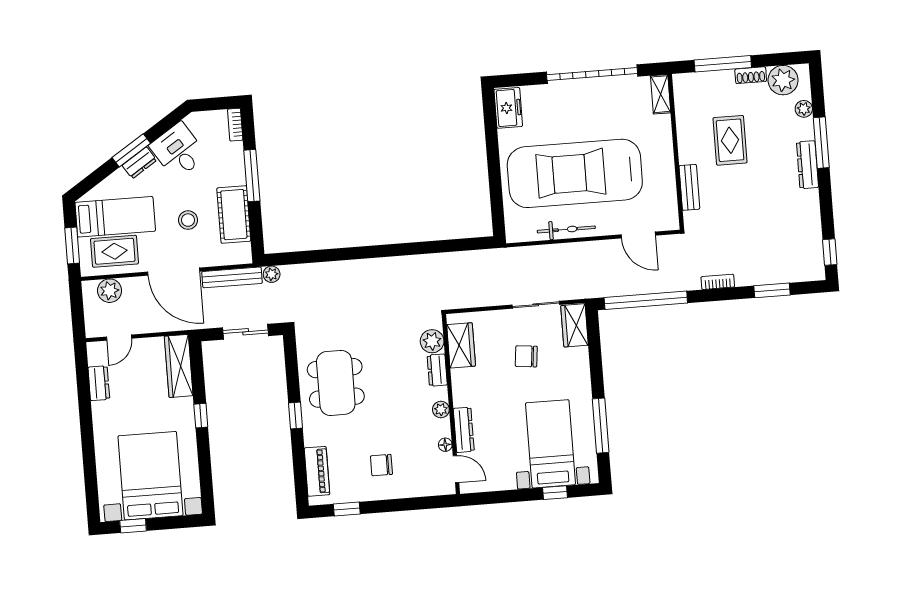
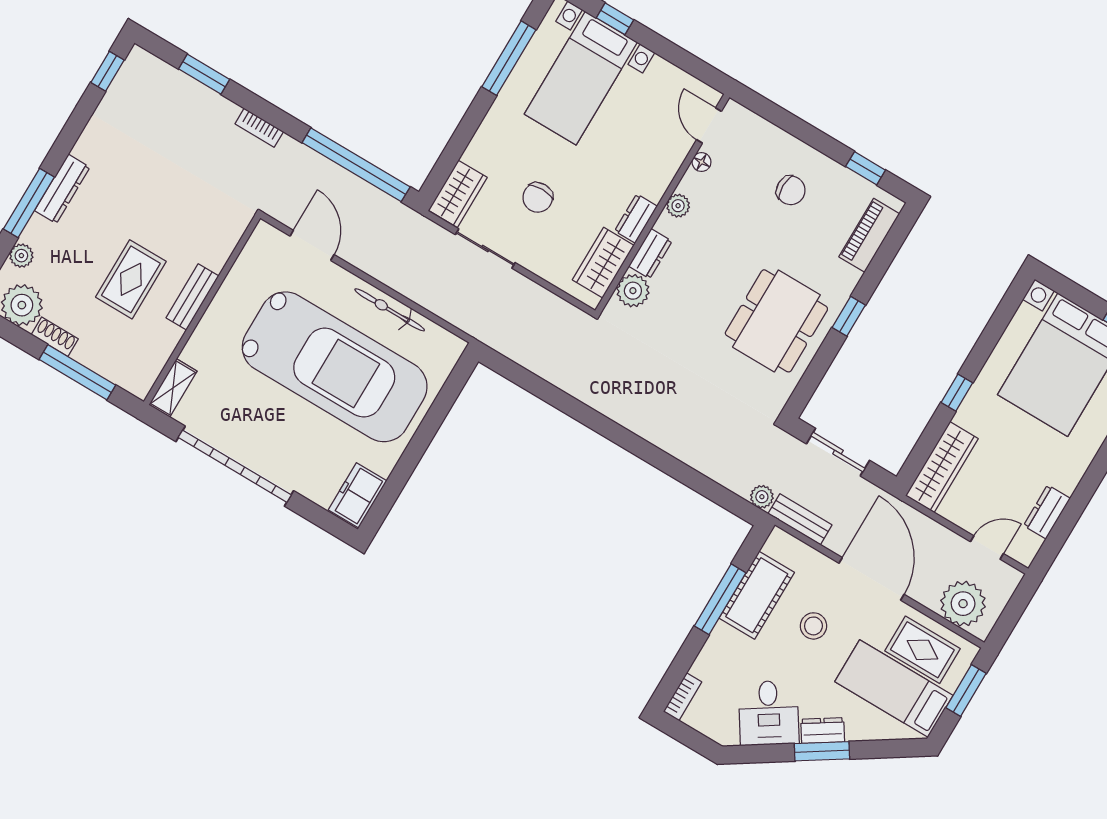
window: (252, 176) -> (720, 599), moved
bench: (689, 187) -> (192, 297), moved
bench: (232, 277) -> (800, 519), width x0.73
plant: (110, 291) -> (963, 604), width x1.36, depth x1.36
chair: (526, 356) -> (538, 197), turned 84
dresser: (464, 430) -> (636, 219), moved, width x0.70

